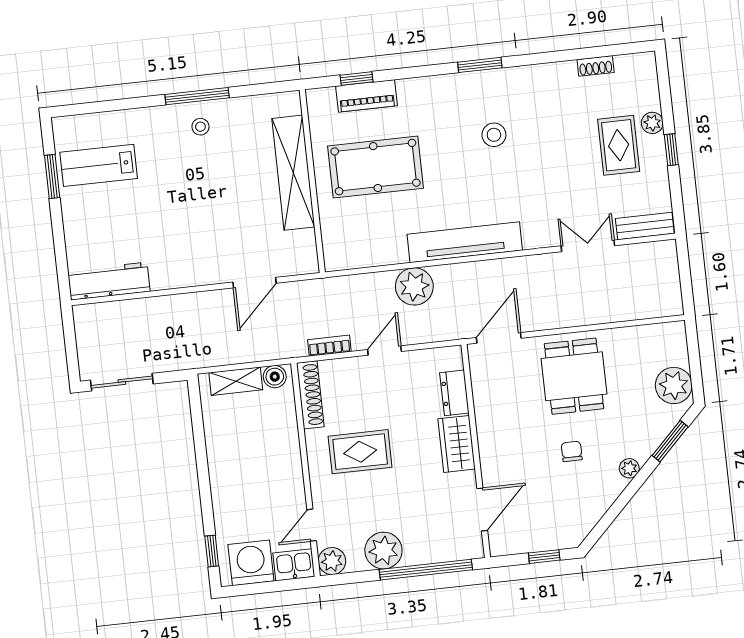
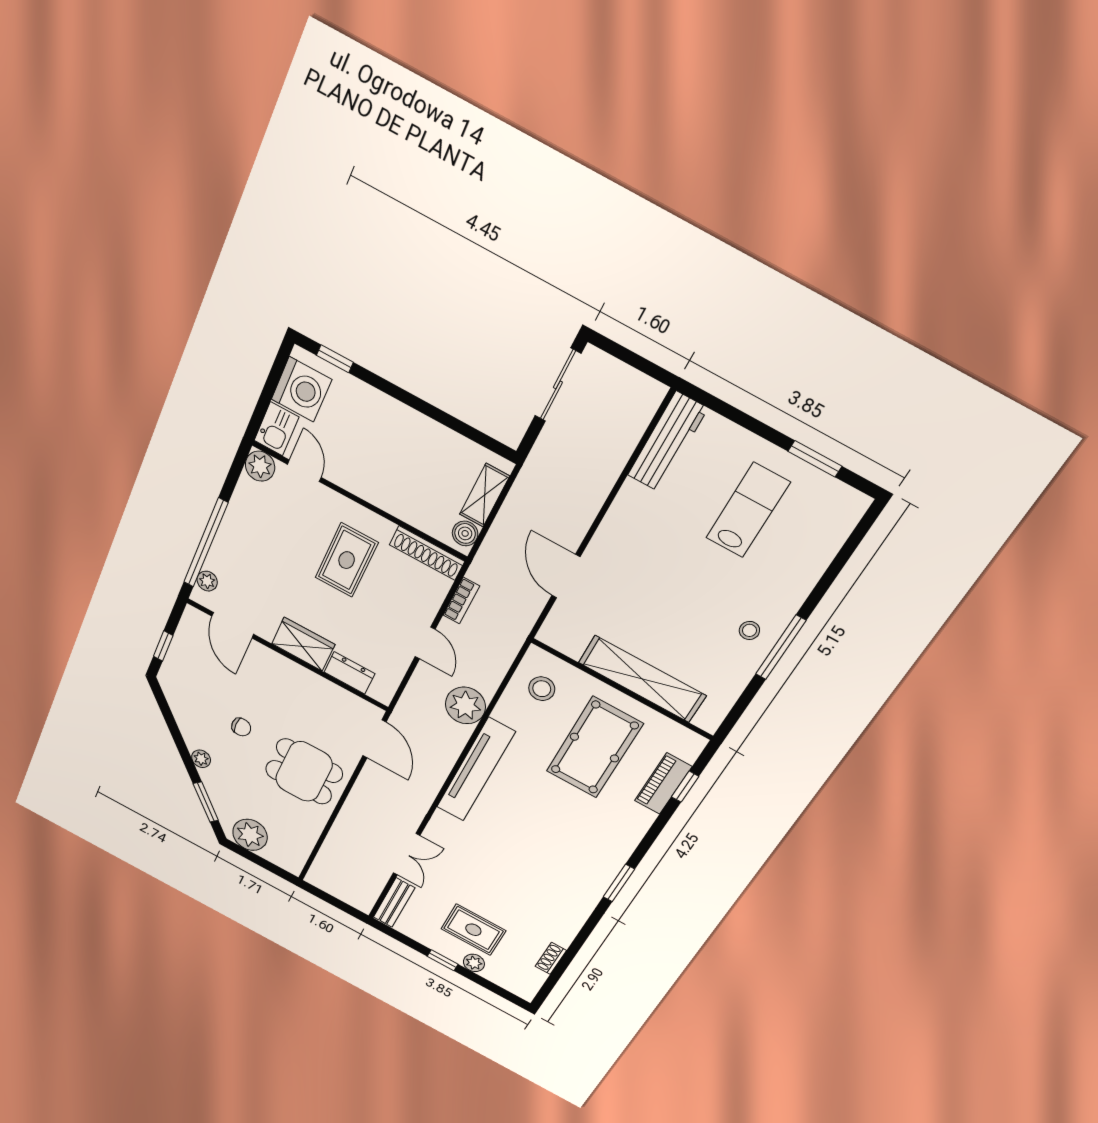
stool: (494, 135) -> (542, 689), moved
lab bench: (99, 165) -> (748, 510), moved
plant: (383, 551) -> (207, 581), moved, width x0.53, depth x0.53

